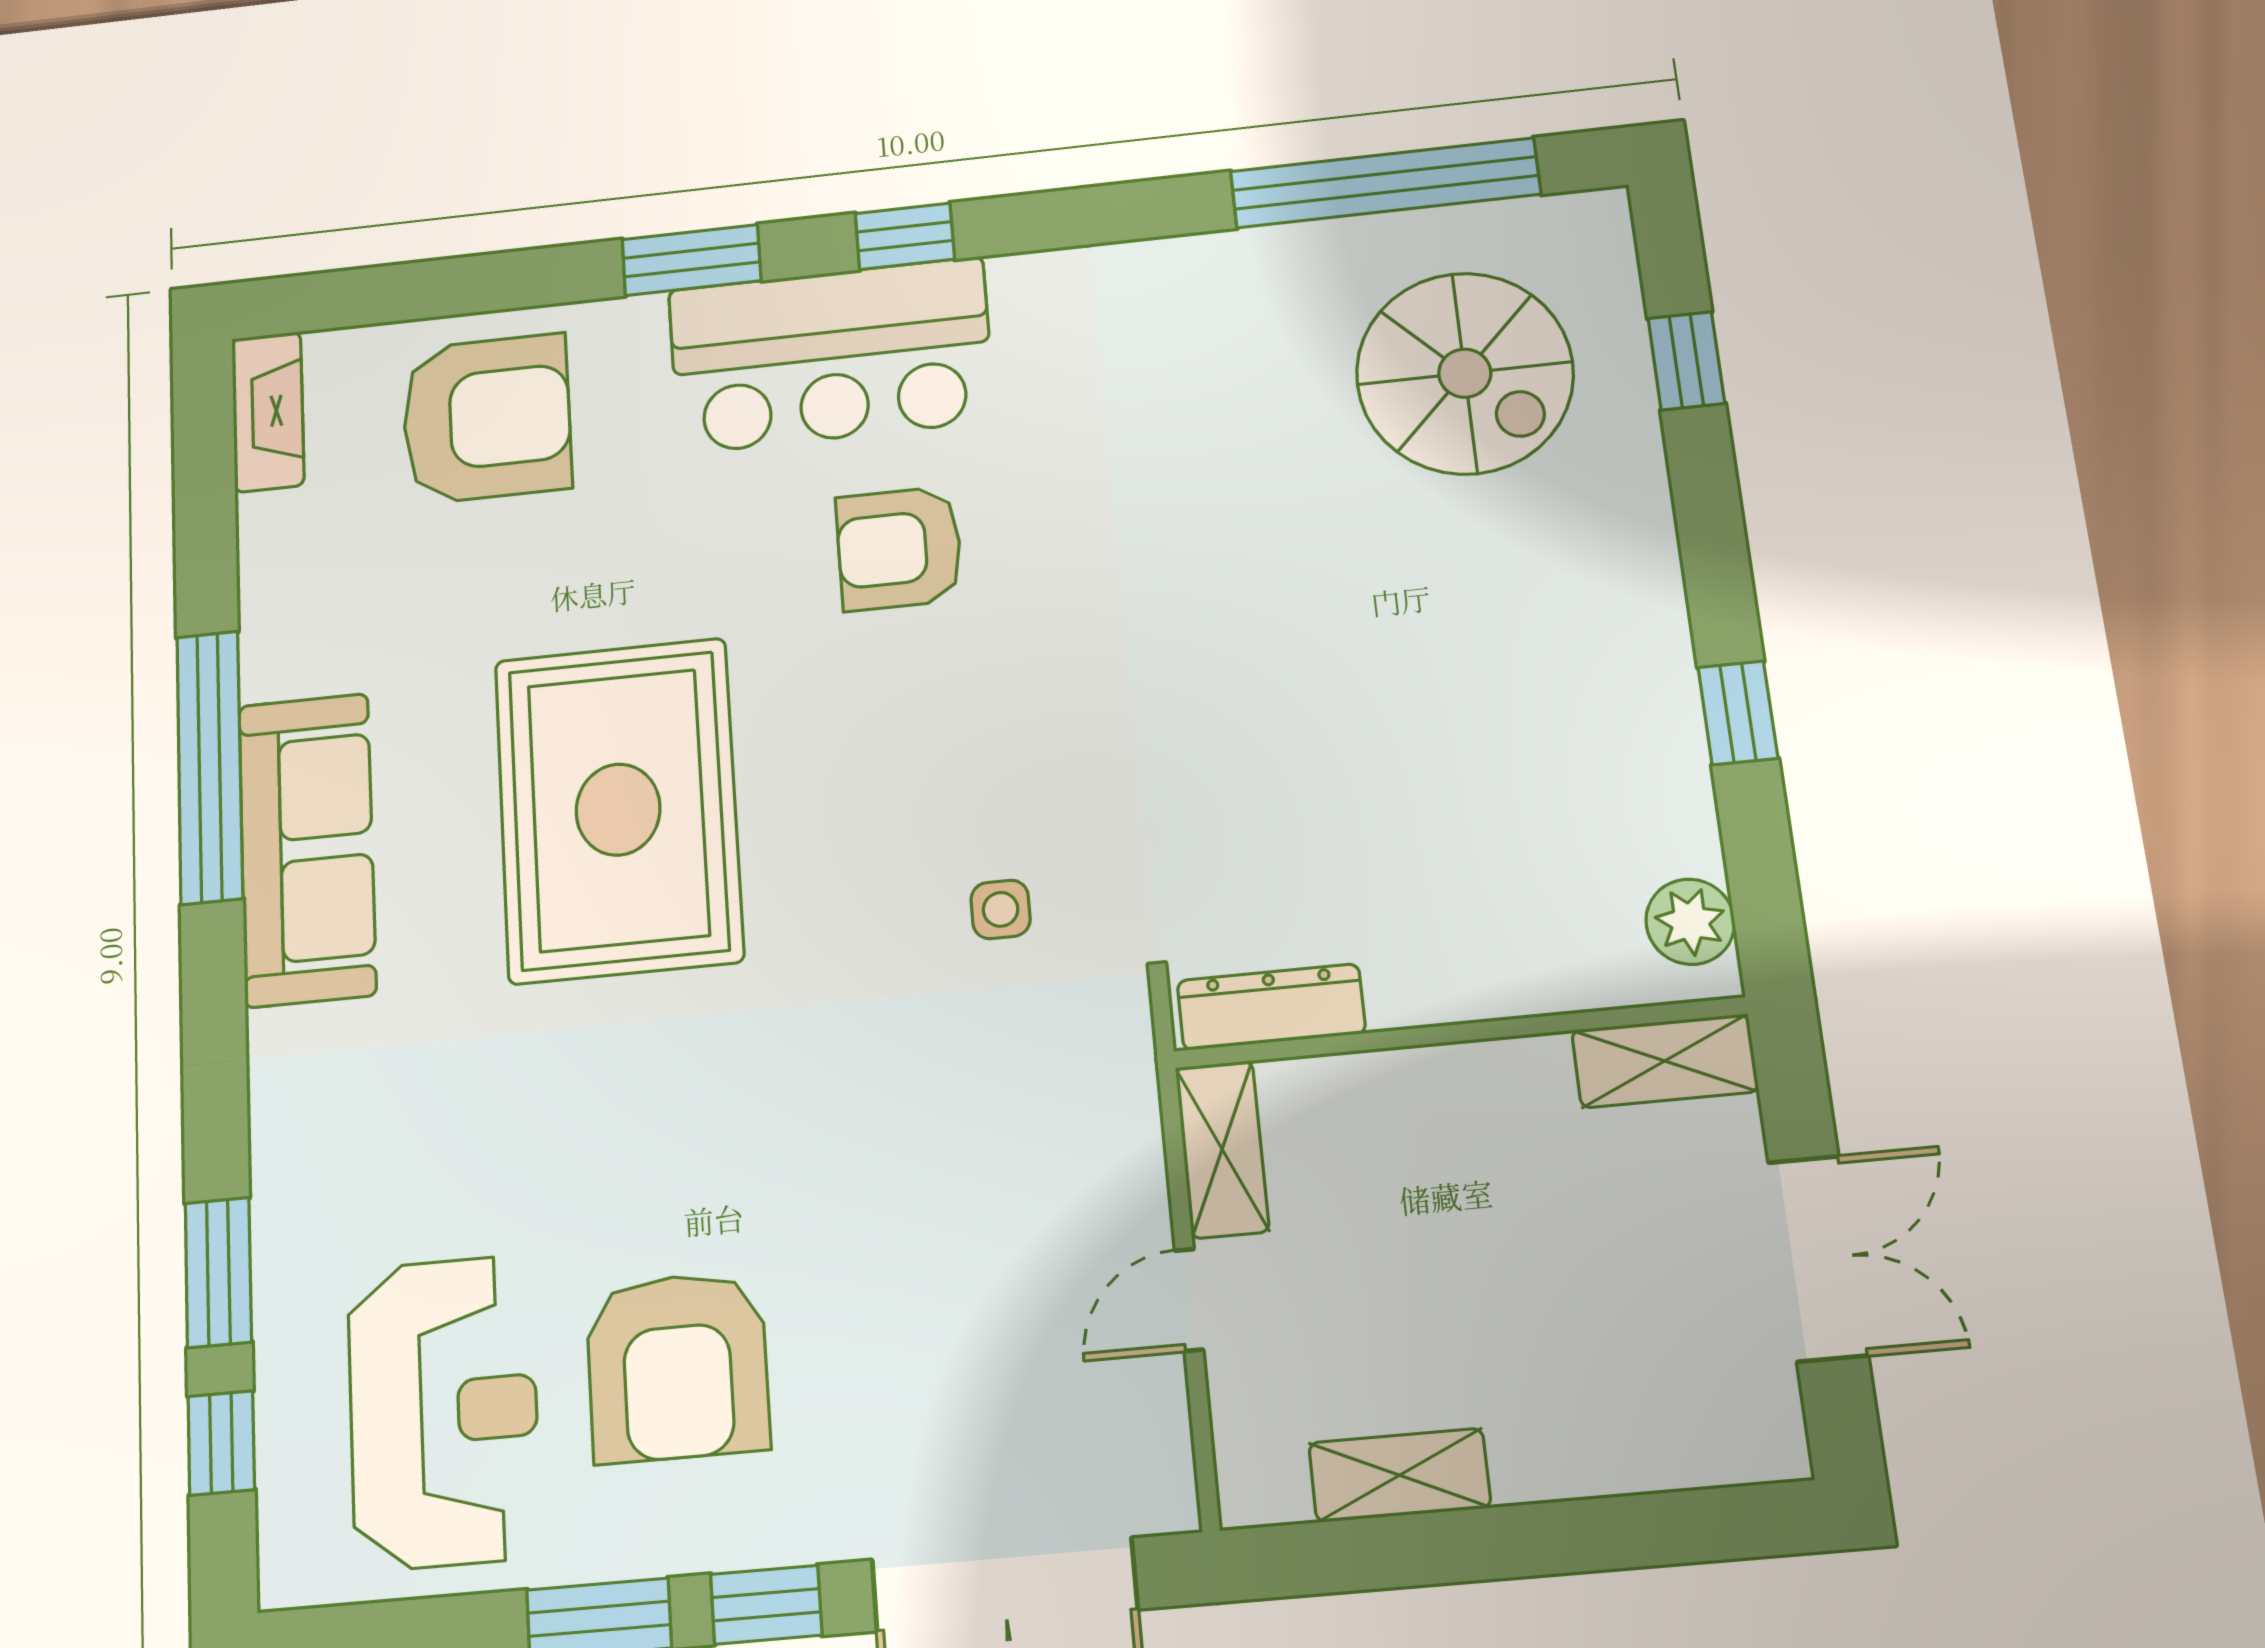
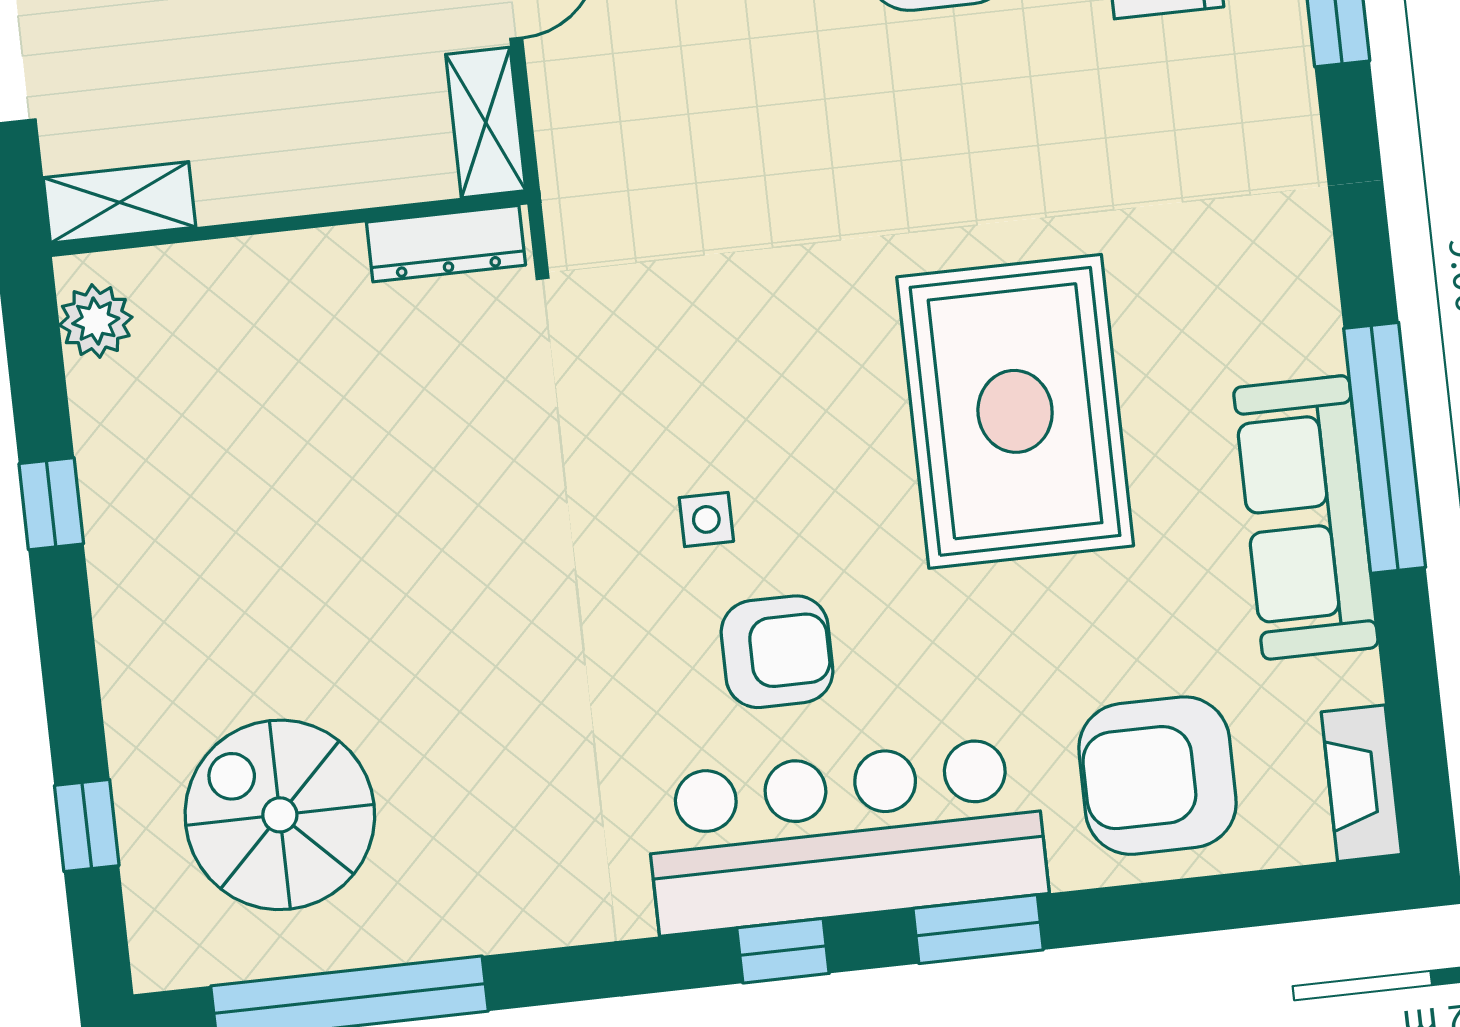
bar counter: (831, 355) -> (846, 835), width x1.36
sofa: (307, 849) -> (1306, 517), moved
side table: (1001, 909) -> (706, 519), moved

